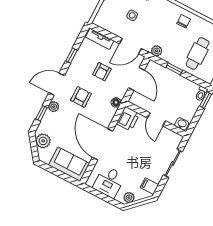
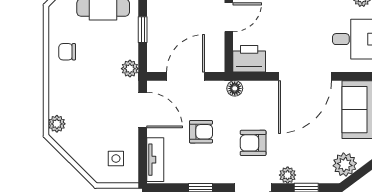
side table: (132, 15) -> (116, 159), moved

